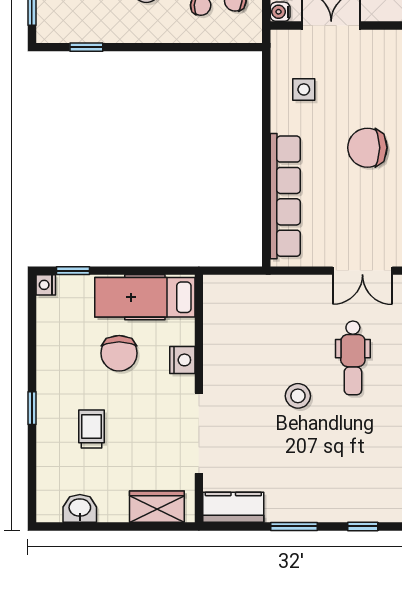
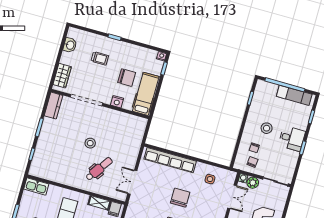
chair: (119, 353) -> (127, 78), turned 180
dental chair: (353, 358) -> (99, 169), turned 125

